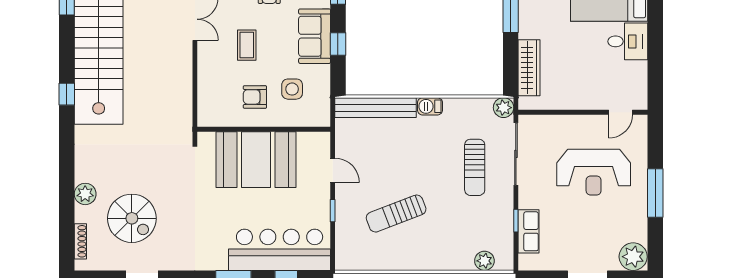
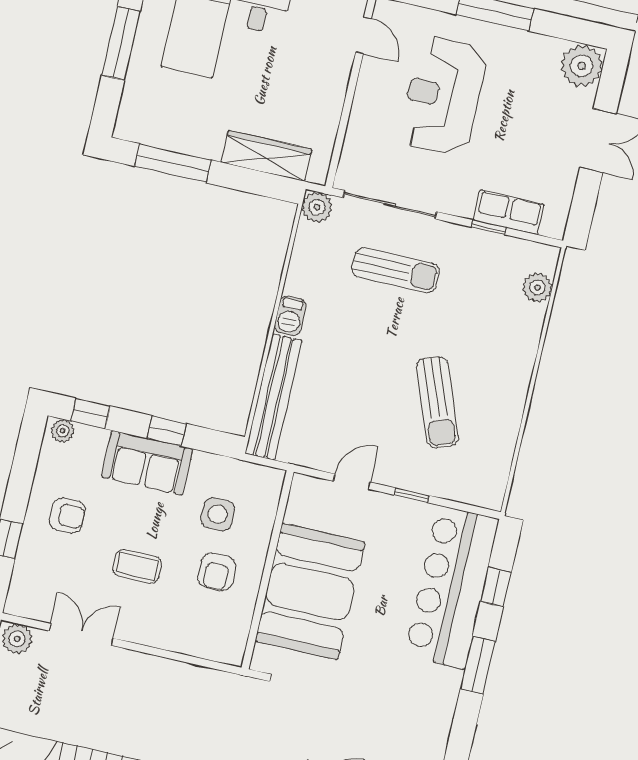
reception desk: (594, 172) -> (443, 96), turned 180

